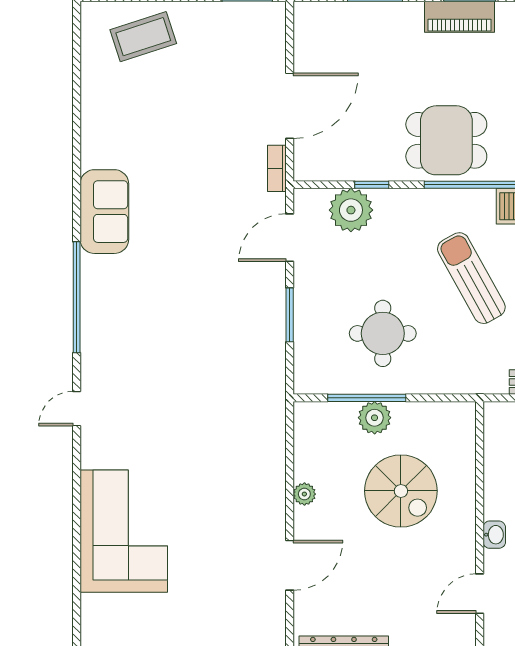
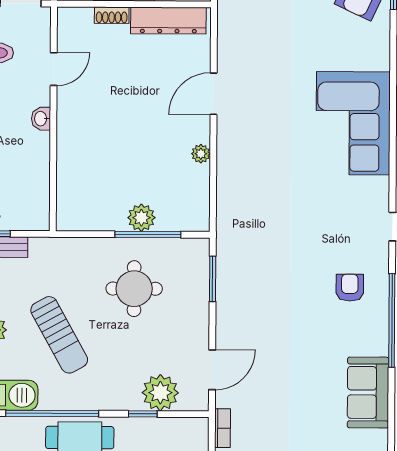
window: (290, 315) -> (213, 279), moved
armchair: (127, 336) -> (350, 288), added
spiral stairs: (401, 491) -> (119, 156), removed

